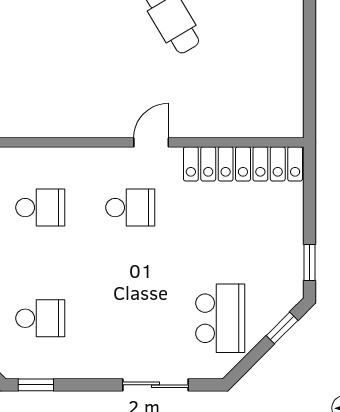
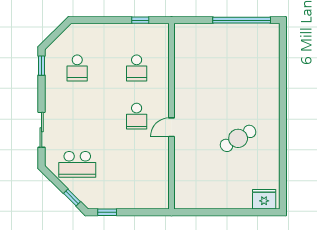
door: (151, 142) -> (171, 127), swing flipped
locker: (243, 164) -> (160, 177), removed

